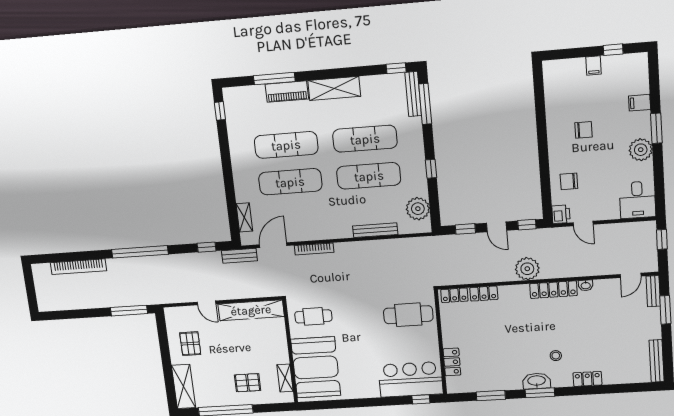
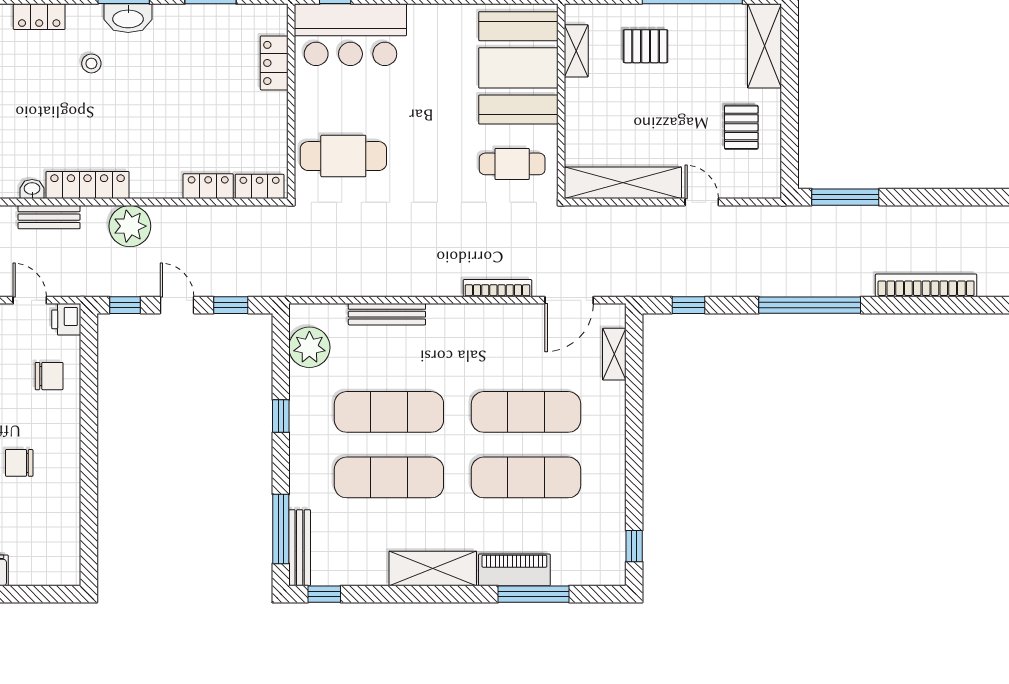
bench: (239, 256) -> (49, 217), moved

